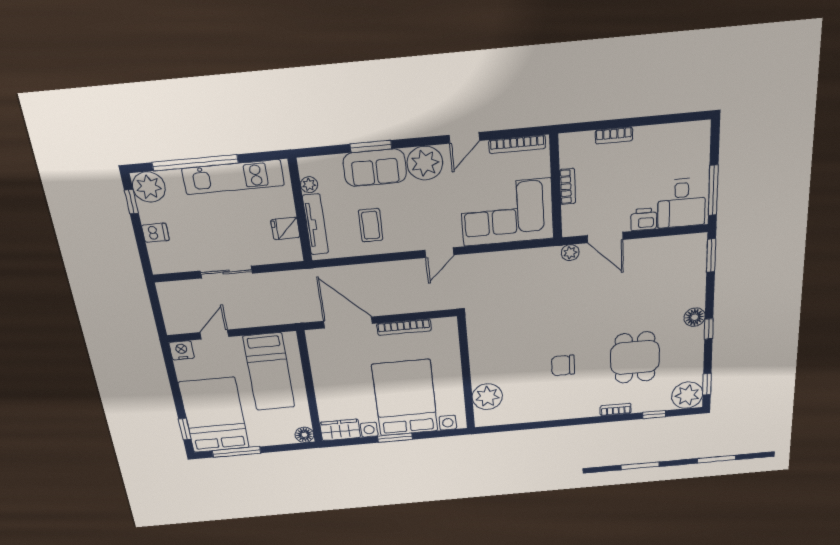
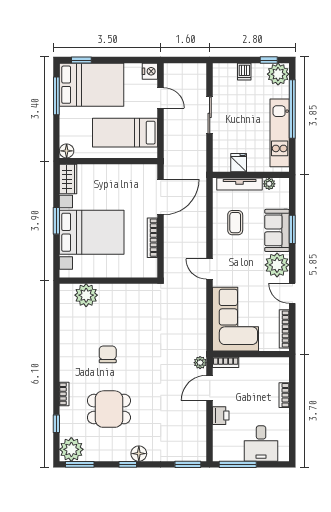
bookcase: (568, 187) -> (226, 362), moved
desk: (682, 203) -> (261, 443), moved, turned -90
coffee table: (371, 225) -> (235, 223), turned 90
window: (707, 384) -> (80, 464), width x1.50

